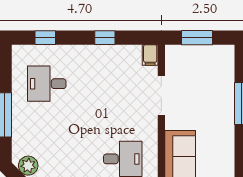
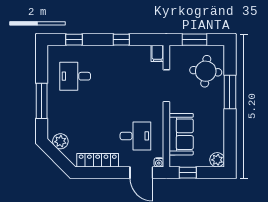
round table: (211, 77) -> (206, 71), added

